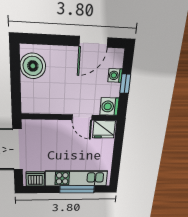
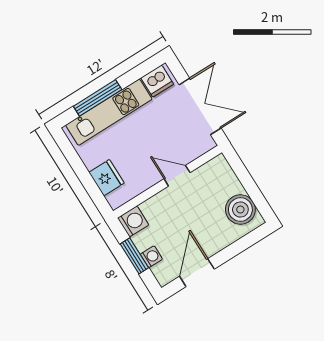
window: (125, 84) -> (134, 256), width x1.50
door: (82, 117) -> (177, 176), moved
fridge: (104, 129) -> (106, 178), moved, turned 90

